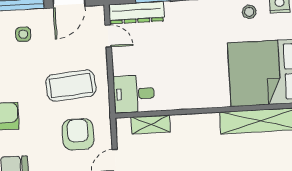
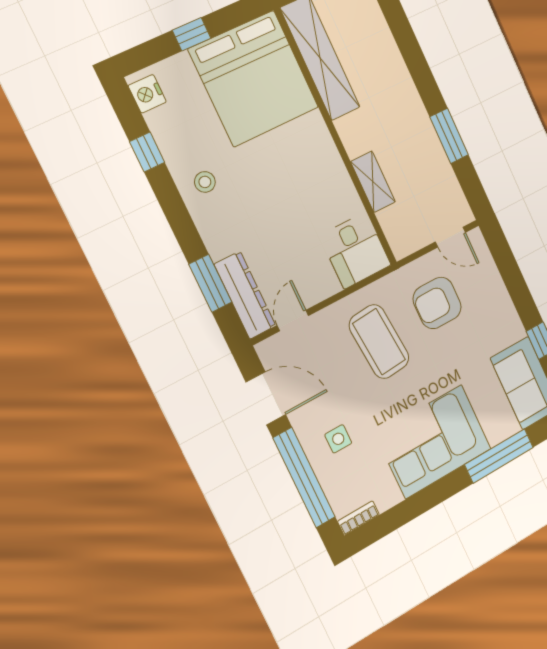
stool: (249, 12) -> (205, 182), moved
shelving: (151, 124) -> (373, 182), moved

